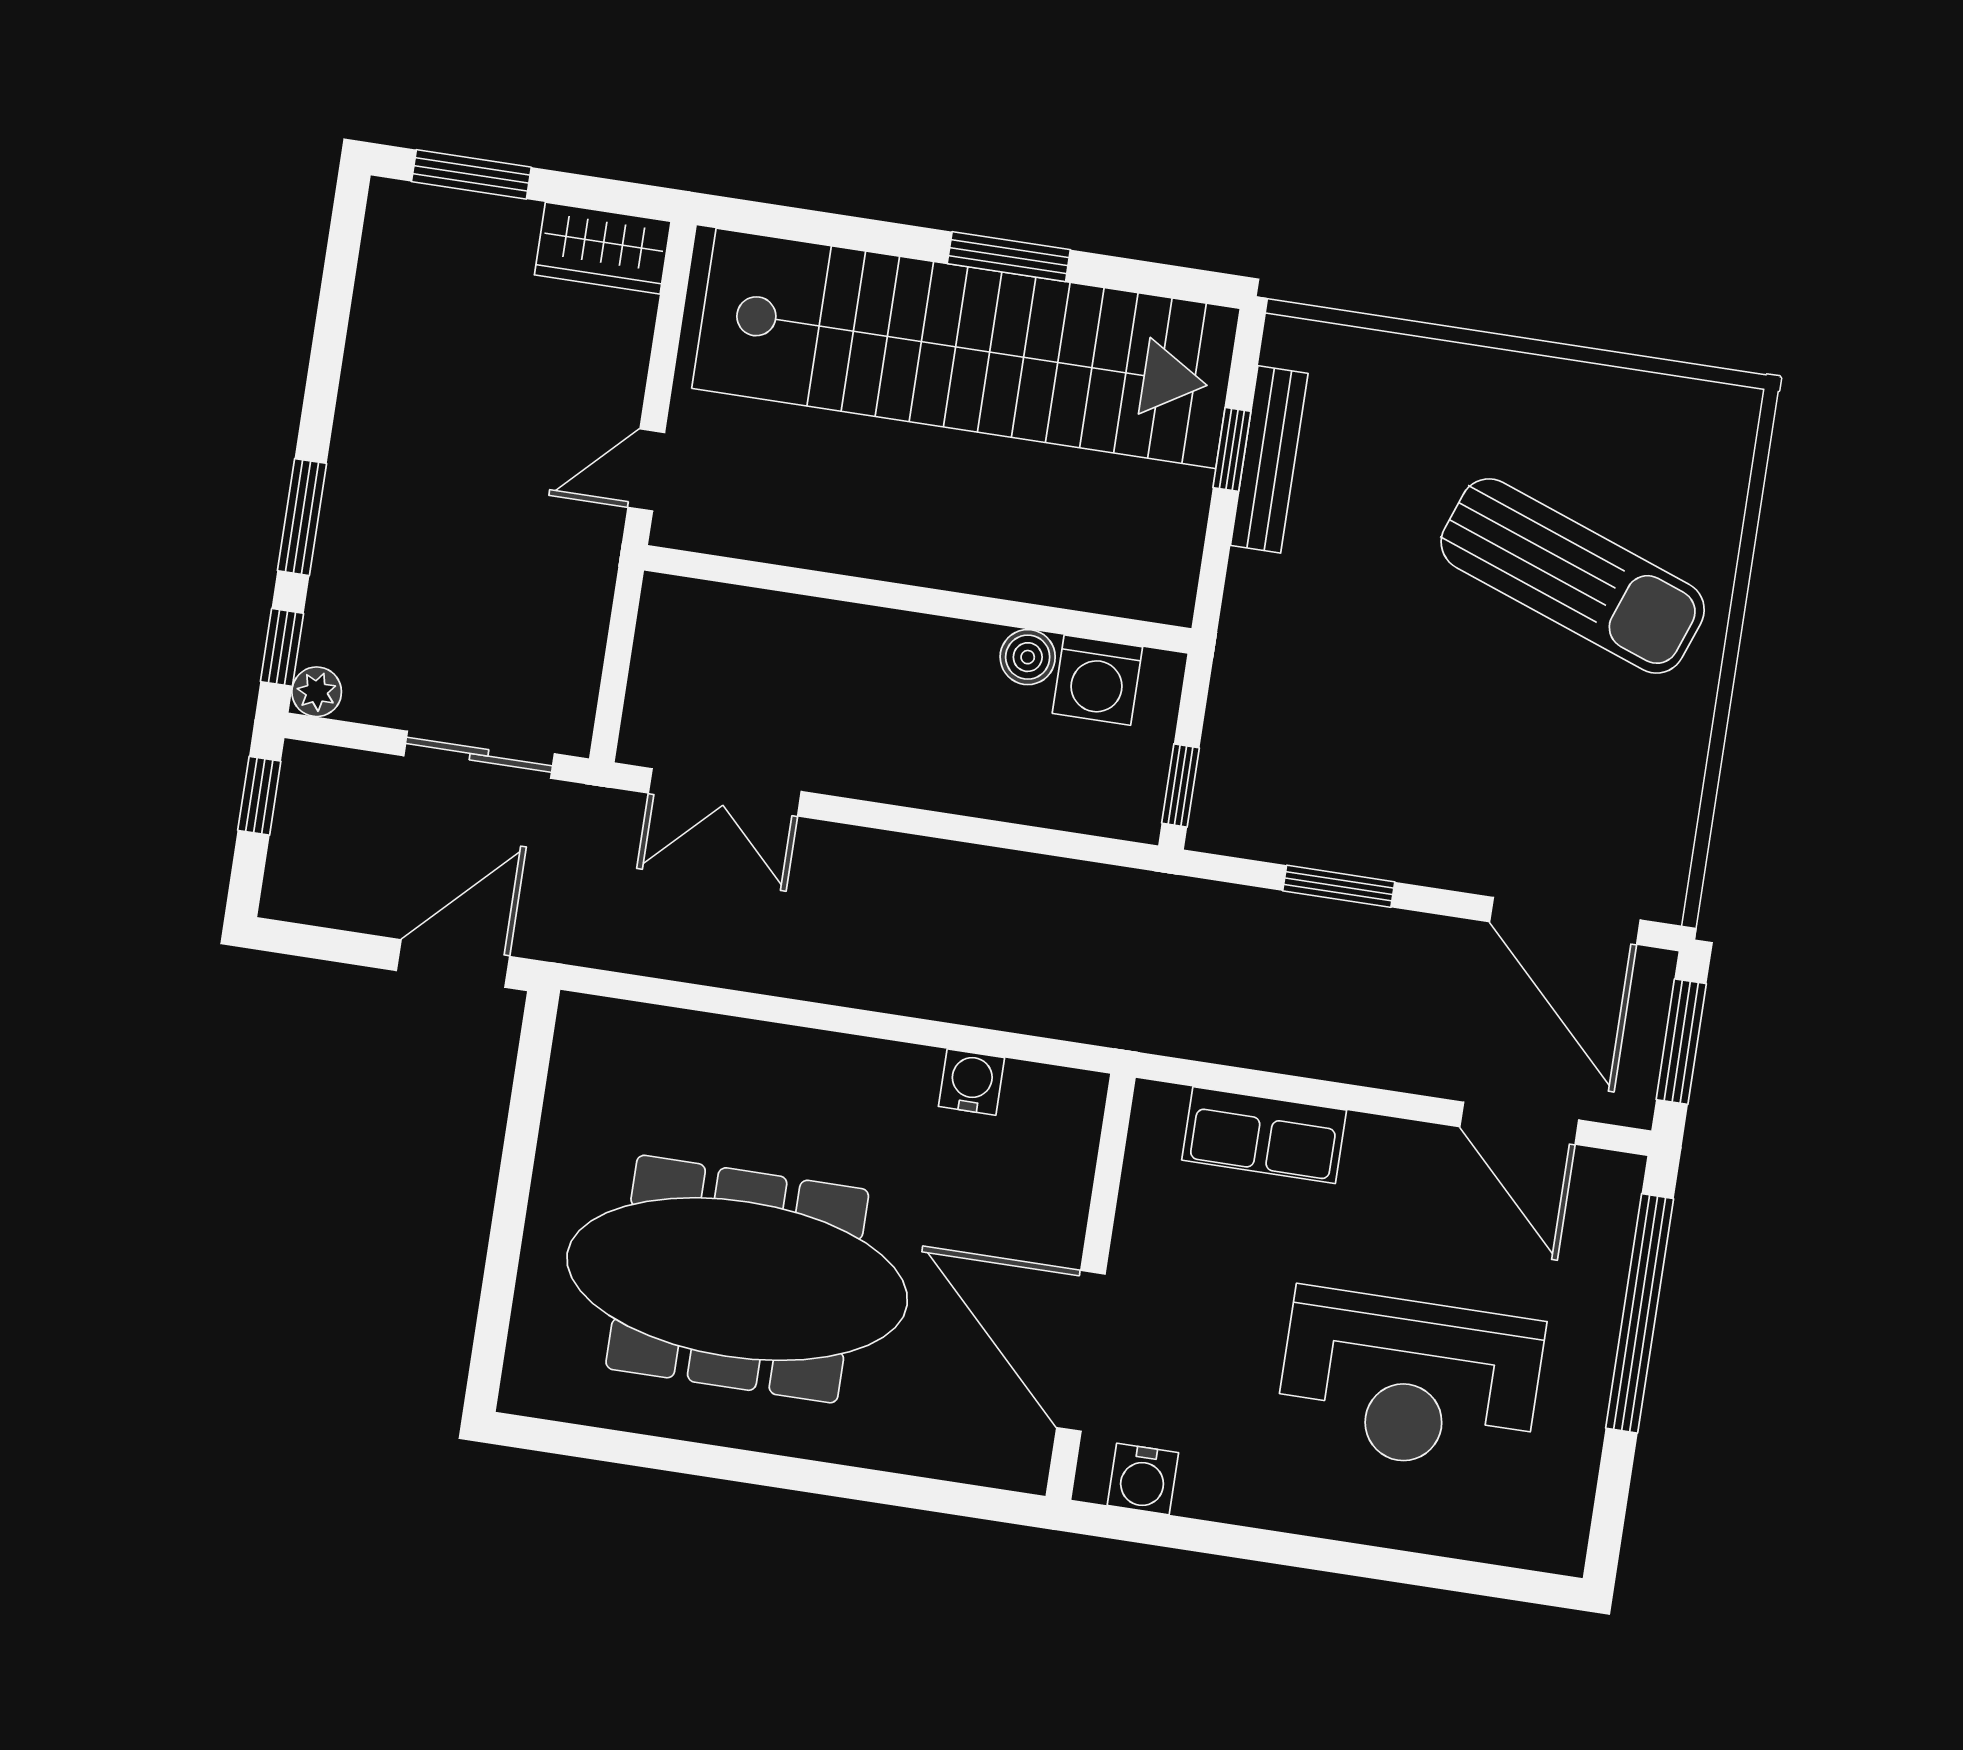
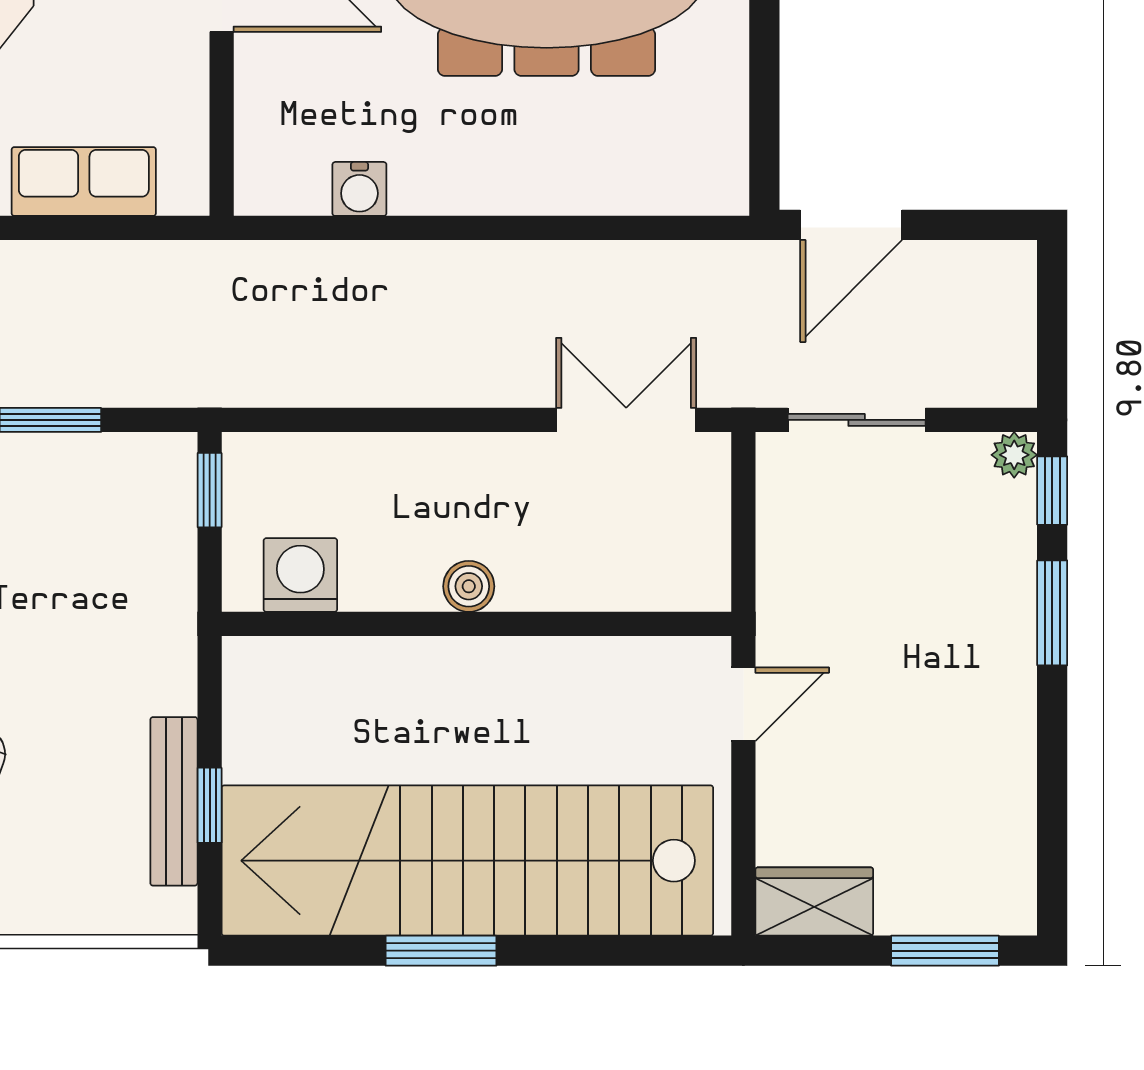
boiler: (1028, 657) -> (469, 586), moved
window: (259, 796) -> (1052, 352), removed

